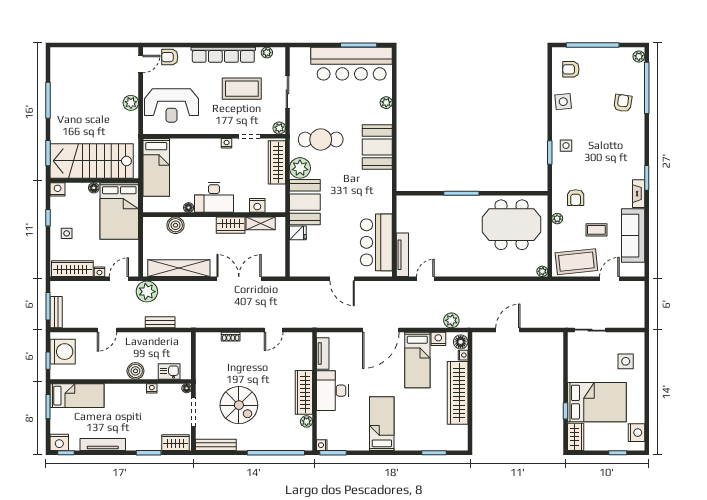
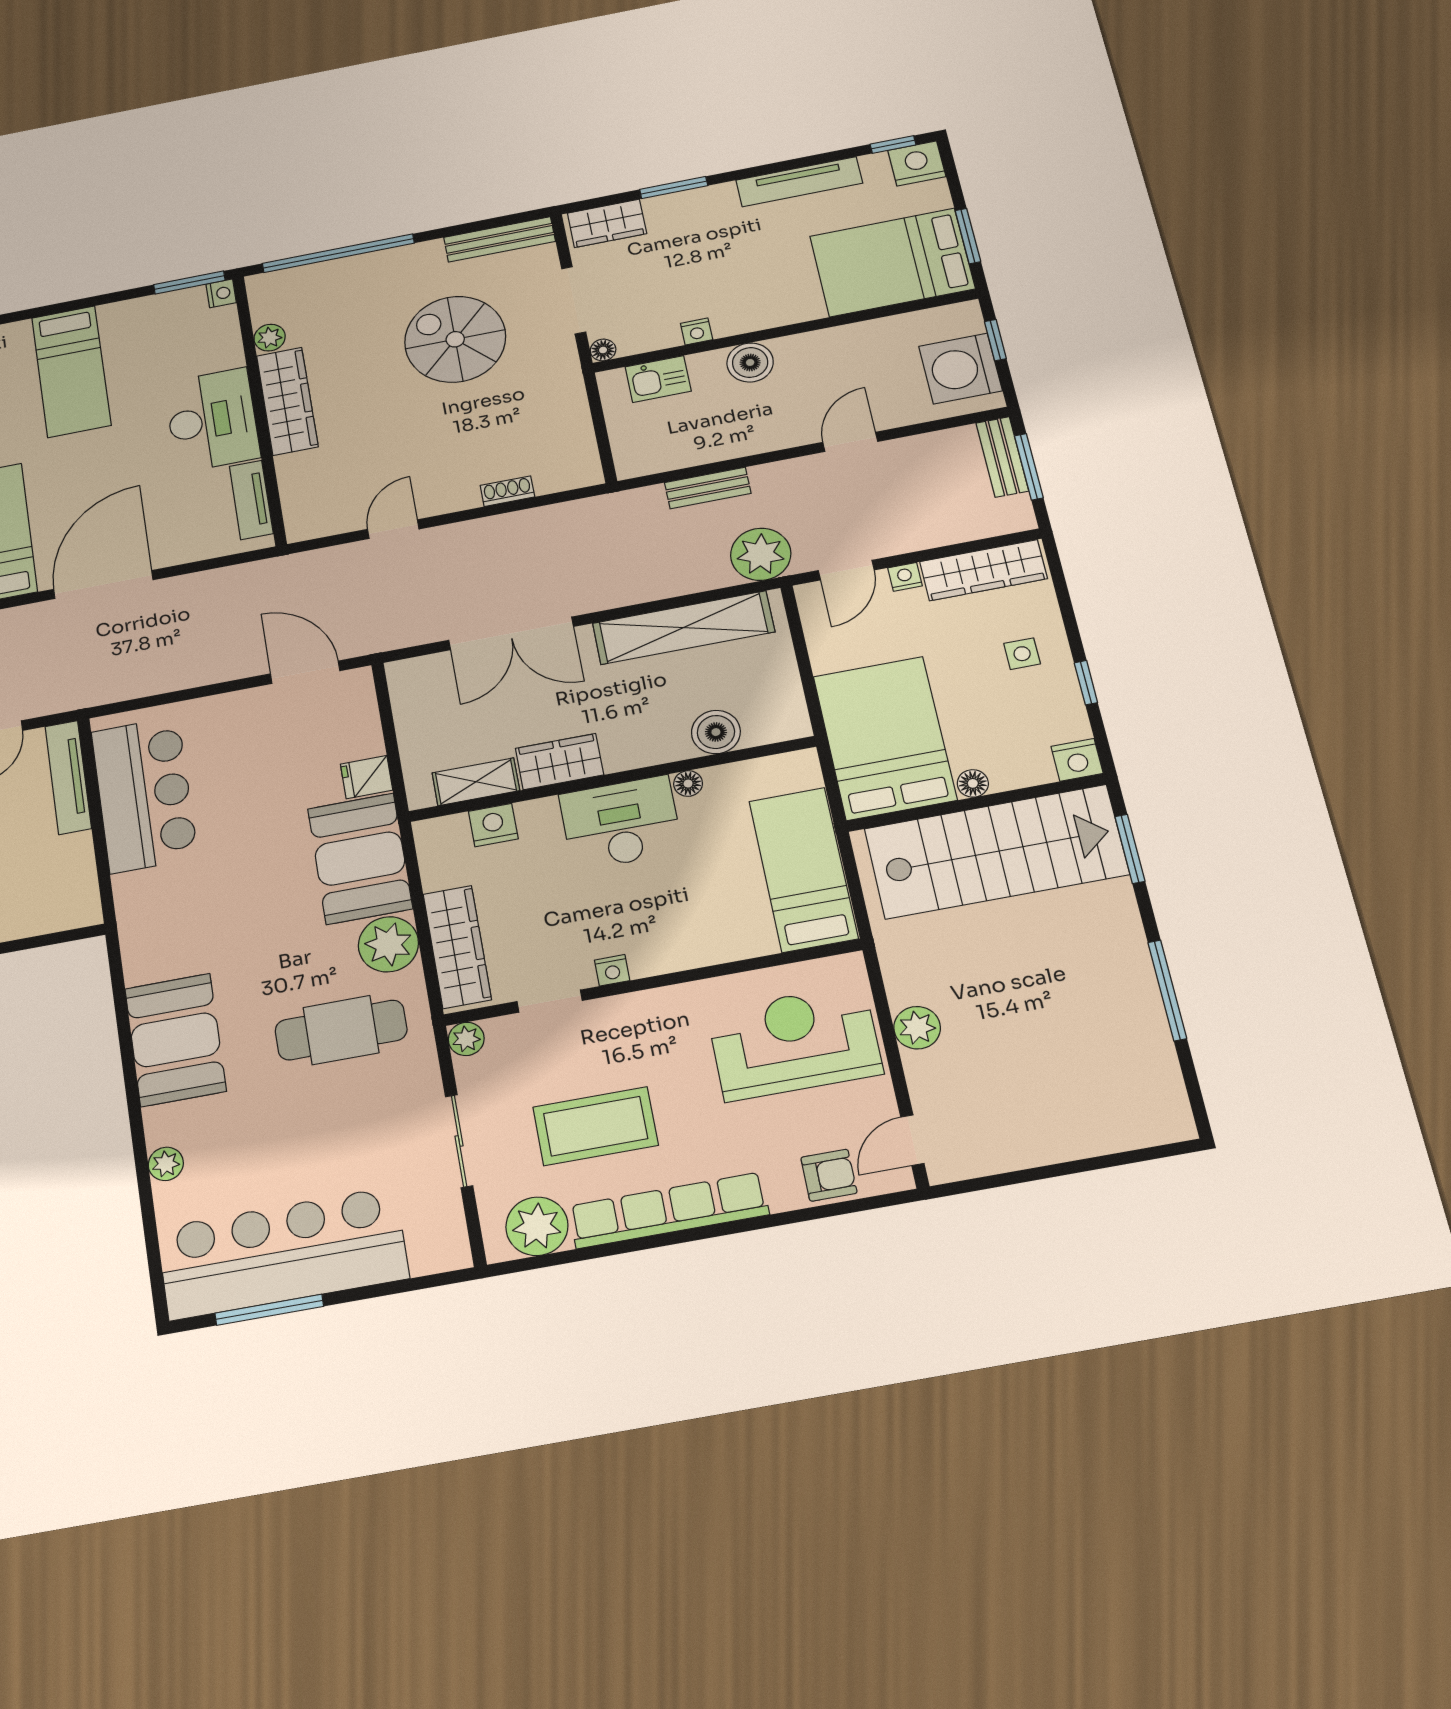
plant: (267, 53) -> (537, 1226), width x1.87, depth x1.87
door: (342, 279) -> (305, 672), moved
bed: (77, 396) -> (892, 262), width x1.50

